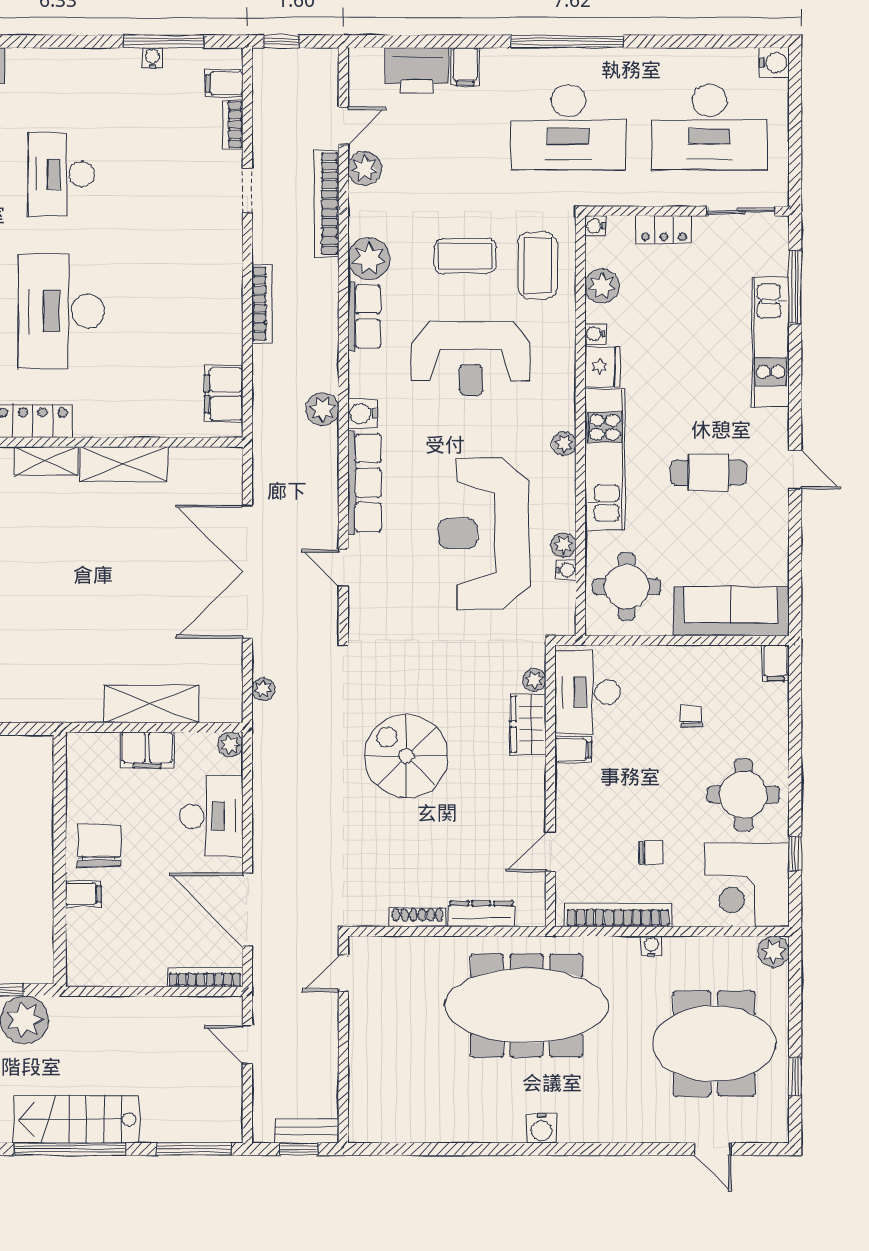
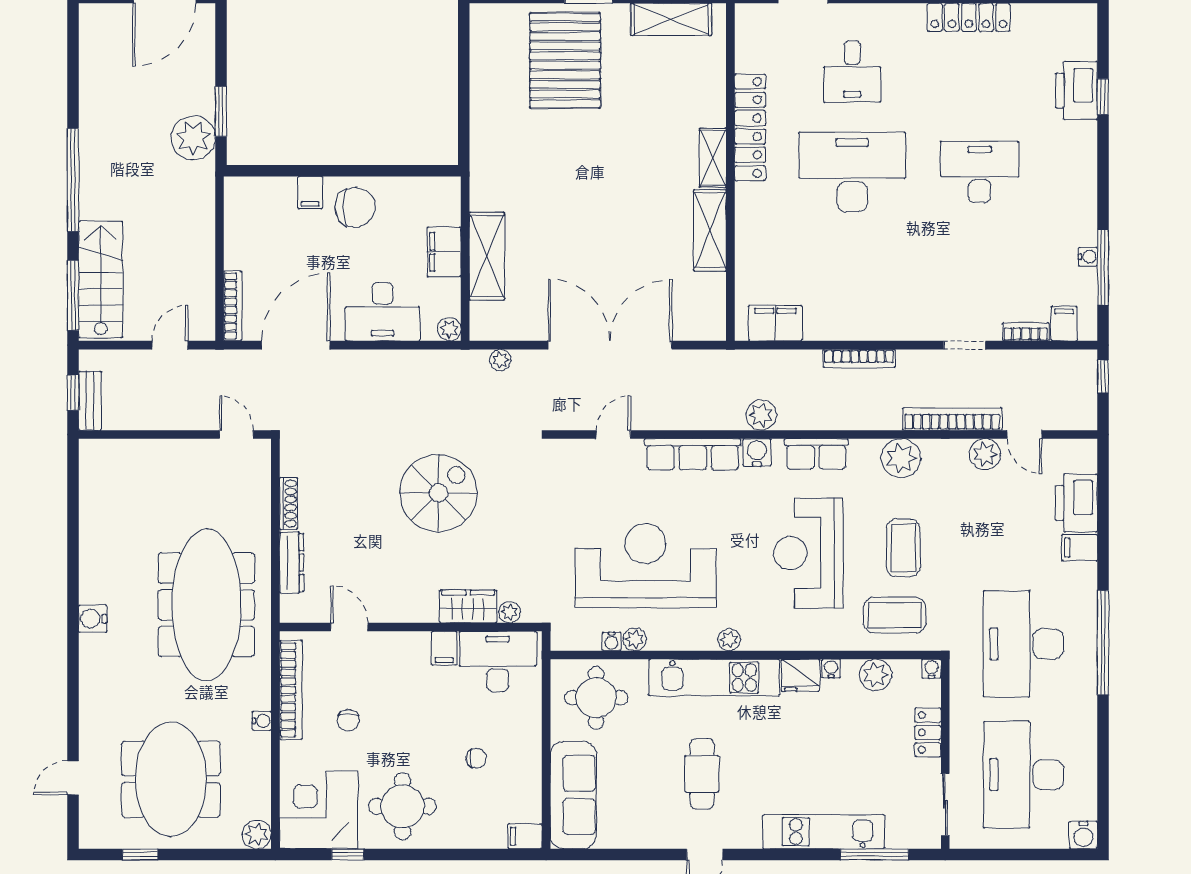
row of seats: (364, 316) -> (816, 454), moved
stairs: (76, 1119) -> (101, 279), moved

